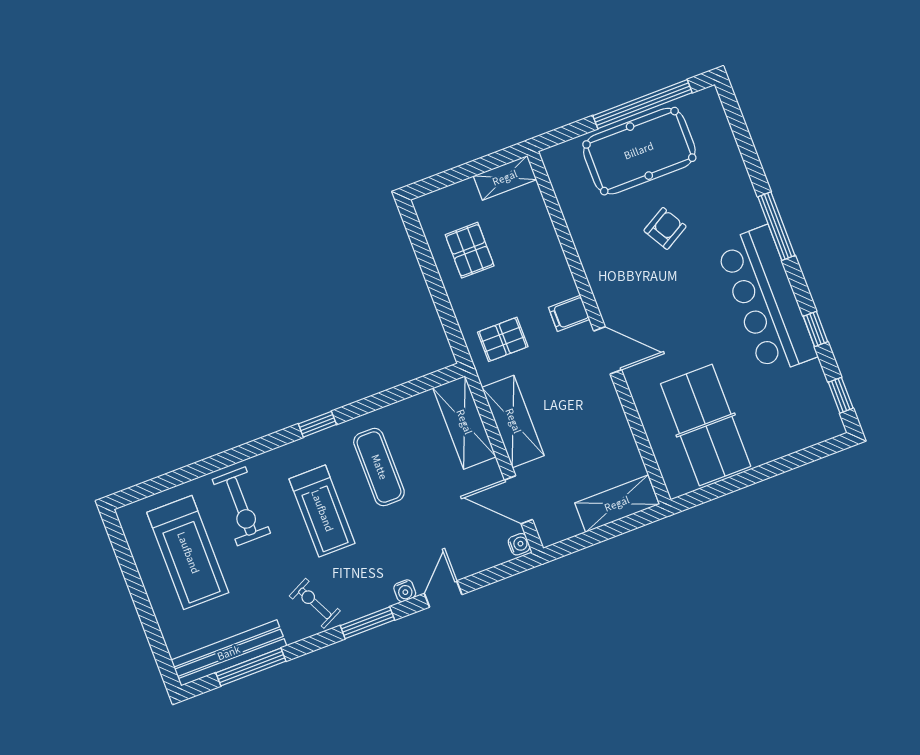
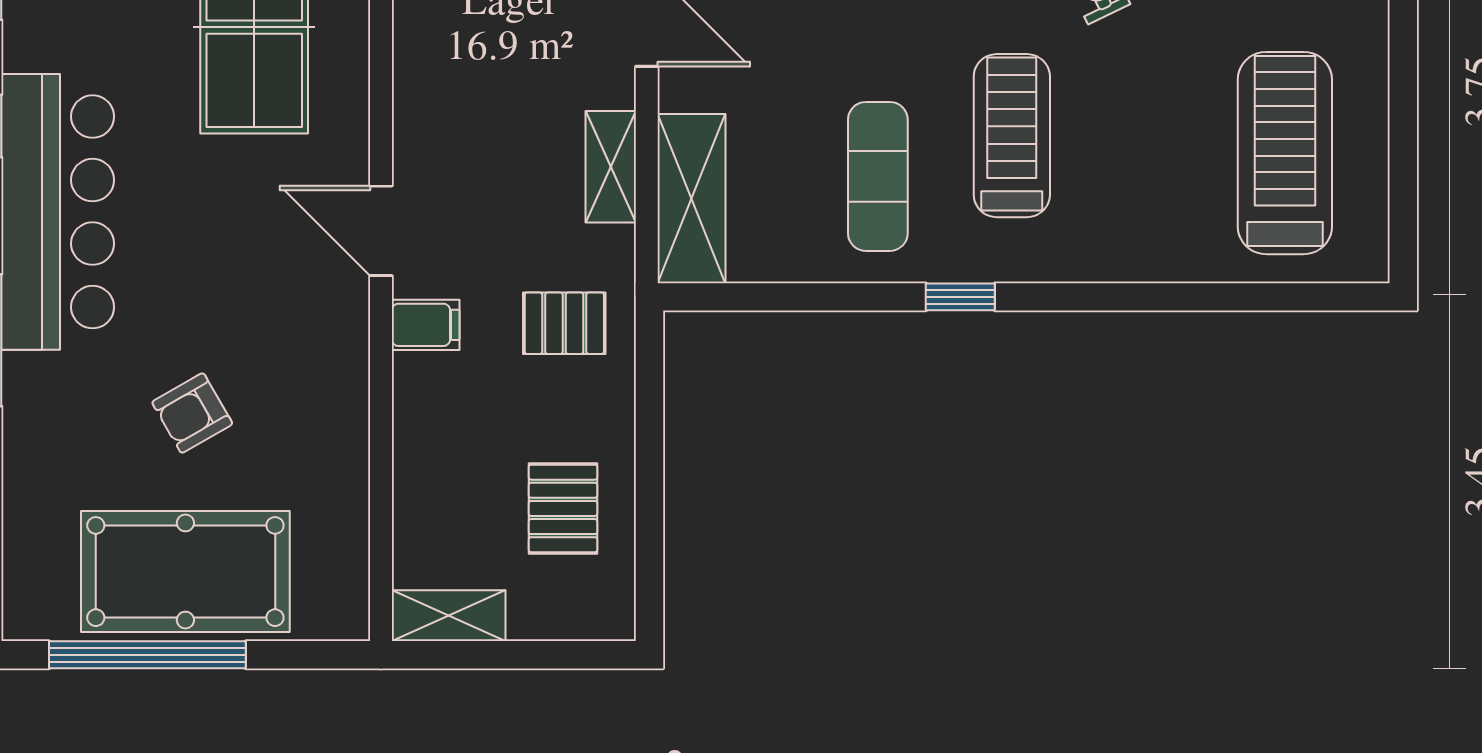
shelving: (513, 421) -> (611, 167), width x0.67, depth x0.75
exercise bike: (241, 506) -> (1156, 200), removed

